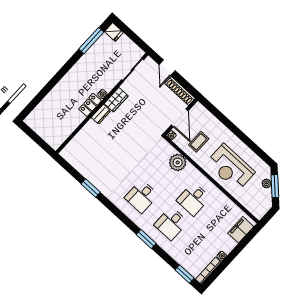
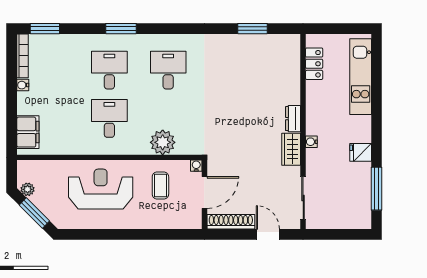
fridge: (114, 32) -> (361, 152), moved
kitchen unit: (48, 104) -> (361, 77), added
locker: (90, 105) -> (314, 64), moved
door: (180, 118) -> (204, 193), swing flipped
plant: (267, 183) -> (28, 189), moved
window: (91, 188) -> (252, 29), moved

